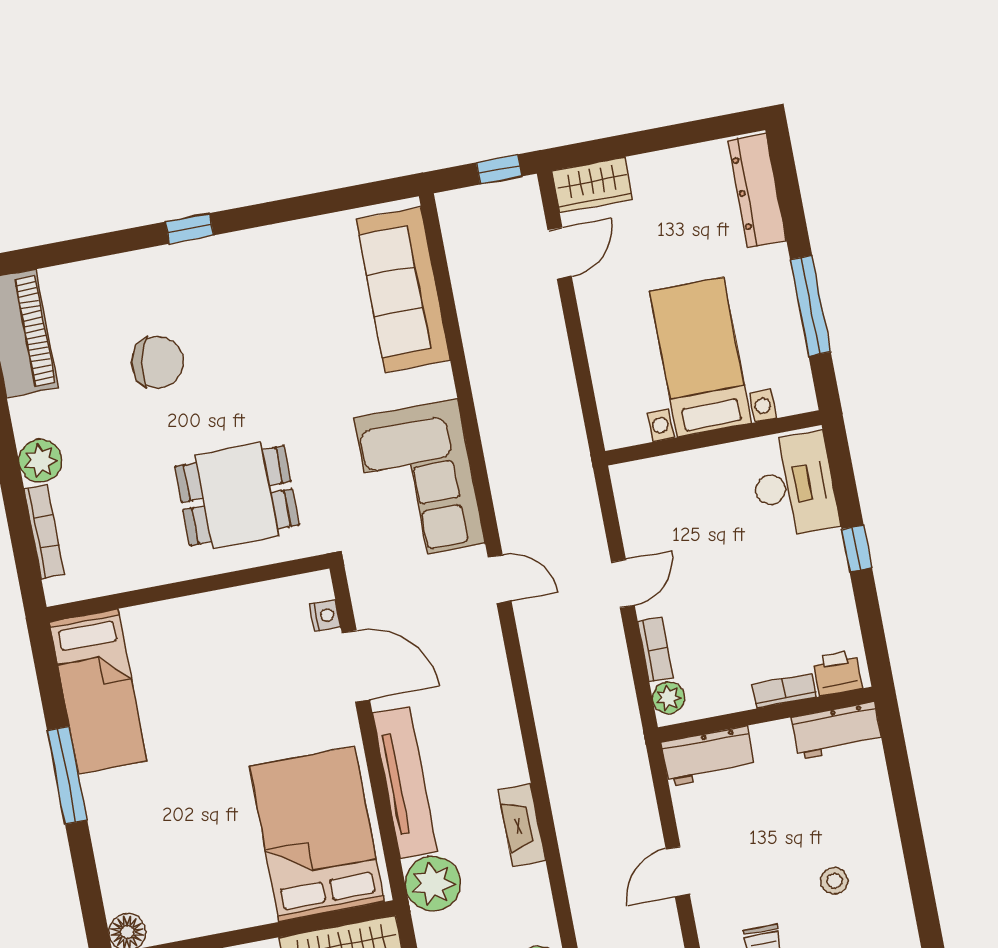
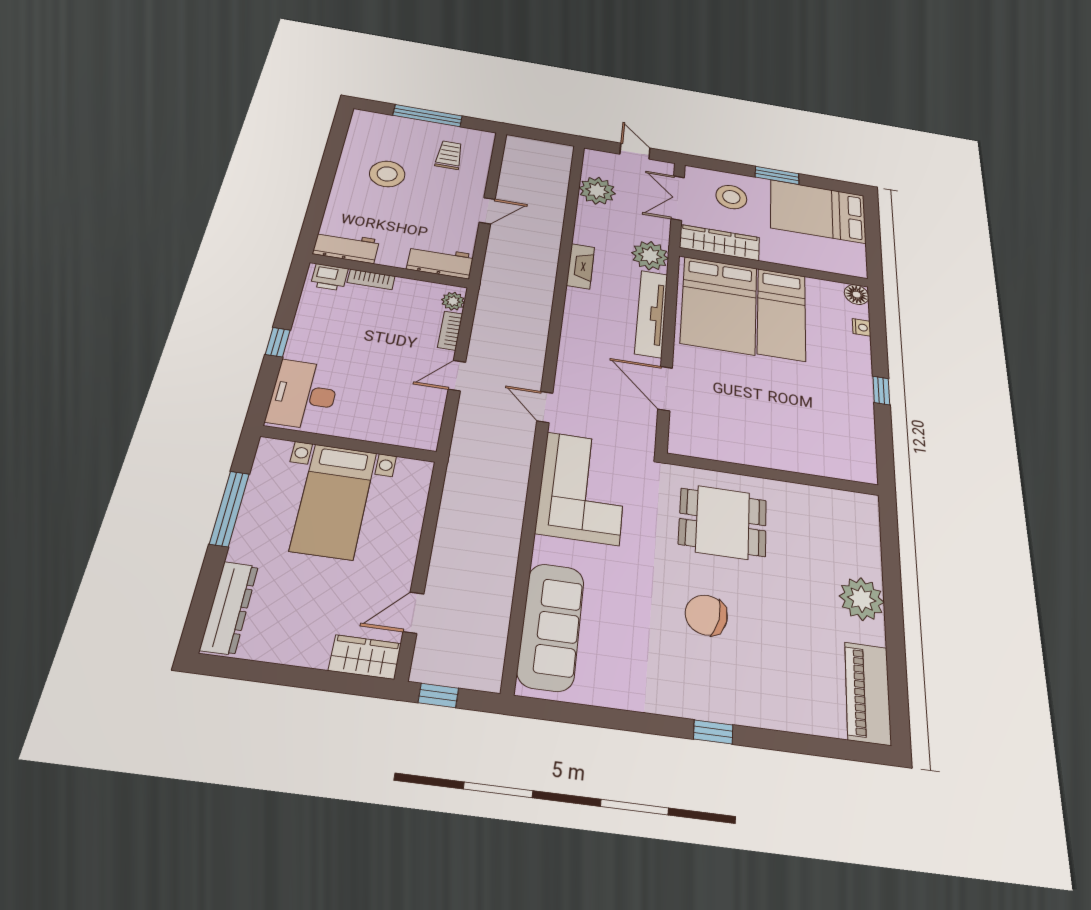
chair: (158, 362) -> (706, 615), moved
plant: (40, 461) -> (862, 599), width x1.36, depth x1.36
bookcase: (44, 531) -> (873, 545), removed
nightstand: (325, 615) -> (862, 327), moved, turned 180
bed: (98, 692) -> (781, 314), moved, turned 180
window: (67, 775) -> (881, 391), width x0.46
stool: (834, 881) -> (387, 174), width x1.89, depth x1.89

